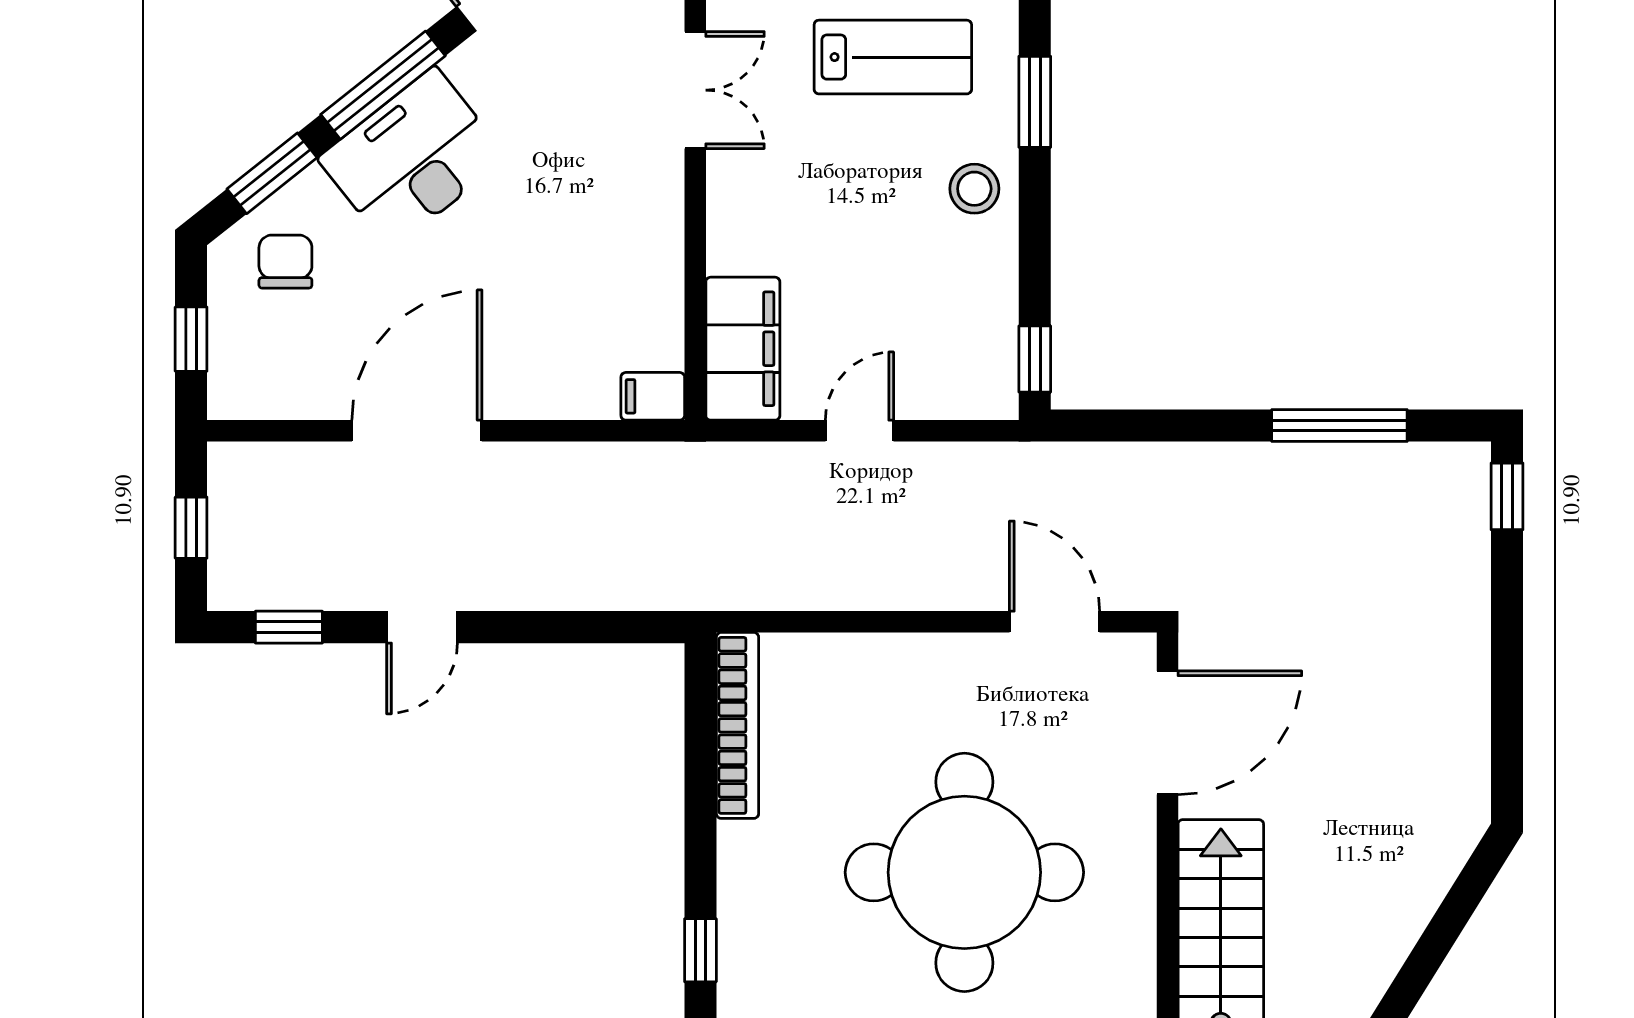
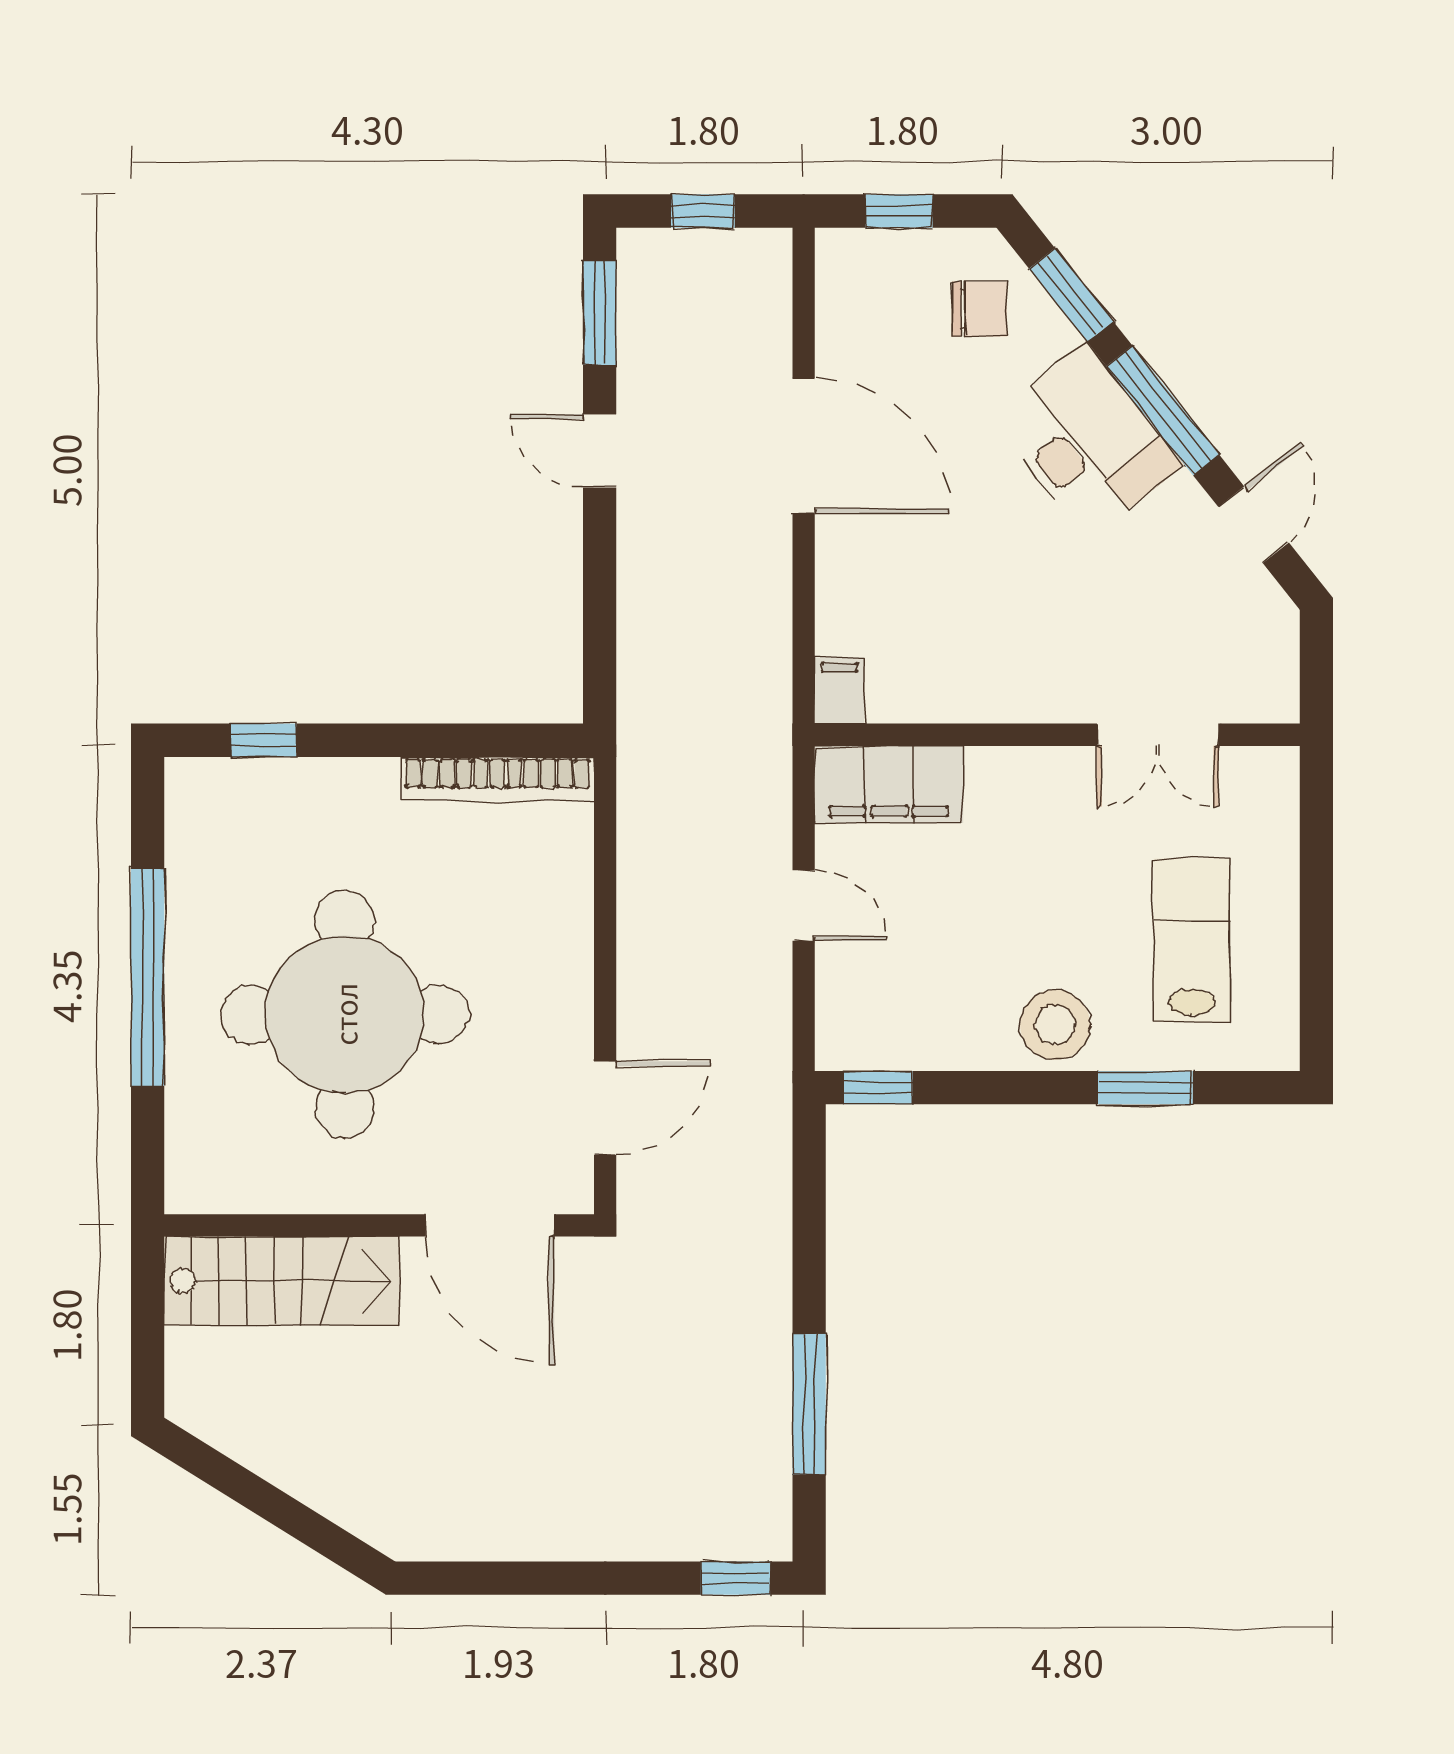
lab bench: (893, 57) -> (1192, 940), turned 180
stool: (974, 189) -> (1055, 1025), width x1.38, depth x1.38
window: (289, 627) -> (600, 313), width x1.50

